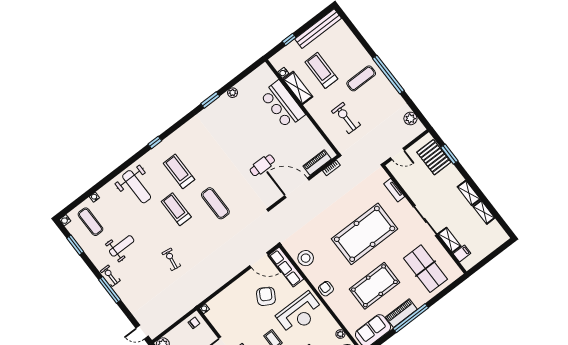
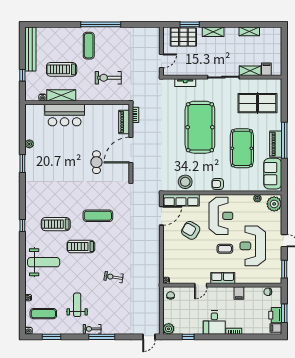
plant: (410, 119) -> (144, 33), removed
shelving: (469, 193) -> (213, 32), moved

